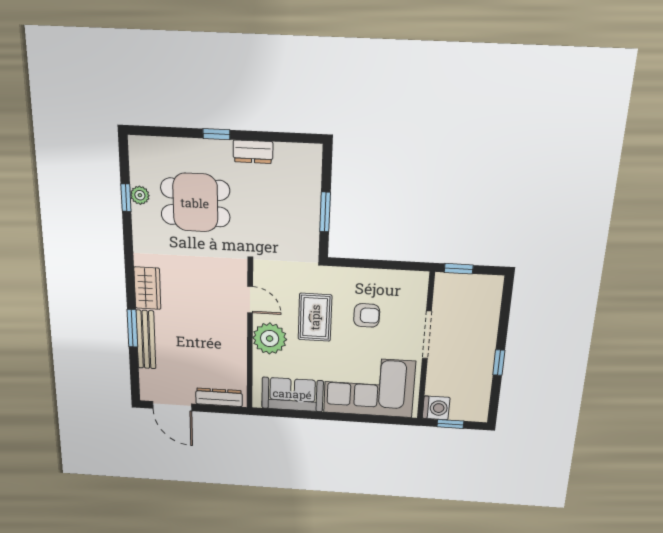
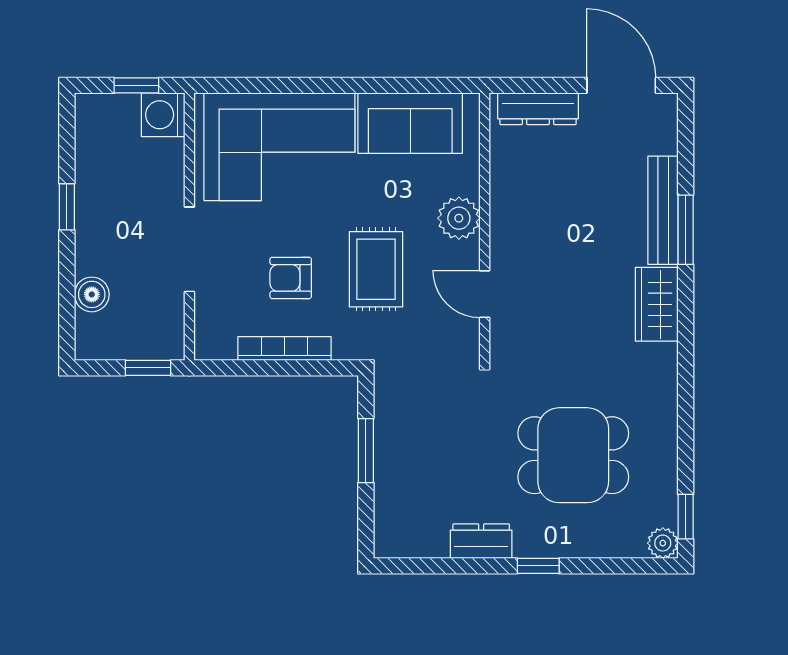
plant: (140, 195) -> (663, 543), moved
window: (126, 198) -> (686, 517), moved
bookcase: (373, 275) -> (284, 348), added
boiler: (489, 313) -> (92, 294), added
plant: (270, 339) -> (459, 218), width x0.73, depth x0.73

